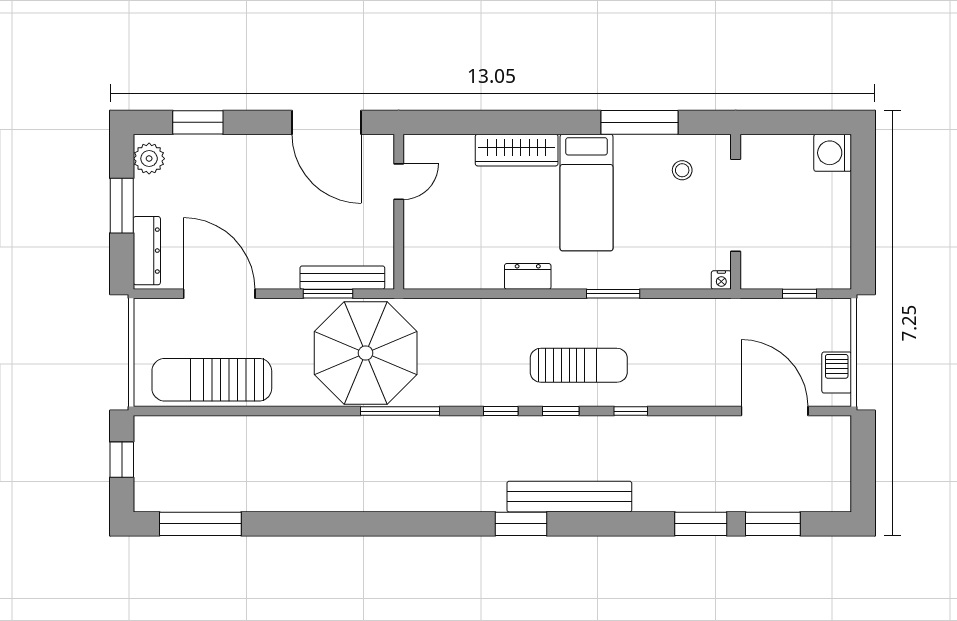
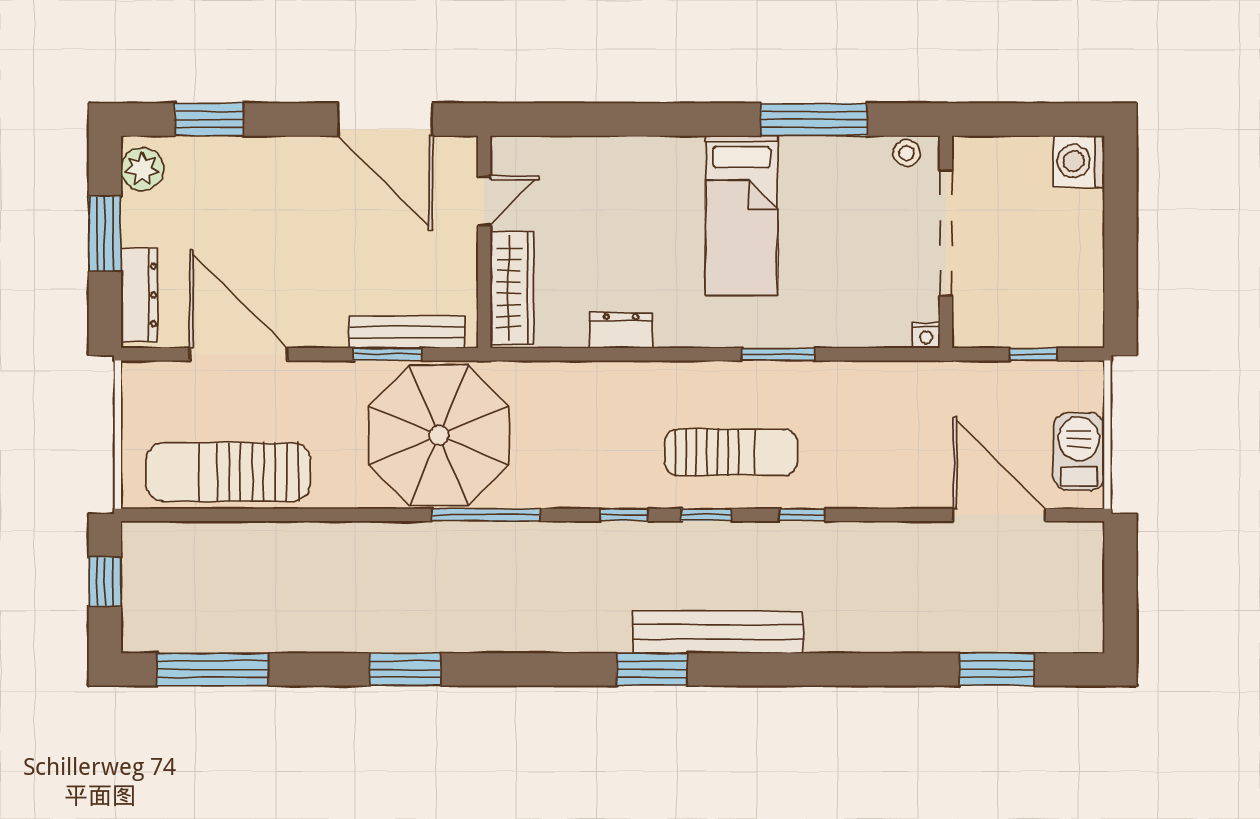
wardrobe: (517, 150) -> (512, 288), moved, turned -90
stool: (682, 170) -> (907, 153), moved
dresser: (528, 276) -> (621, 330), moved
barbecue: (837, 373) -> (1079, 451), width x1.38, depth x1.27
window: (701, 524) -> (405, 669), moved

